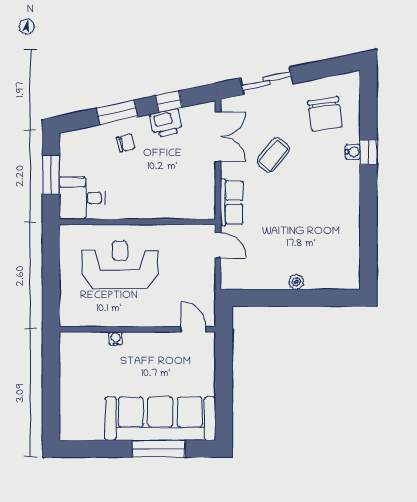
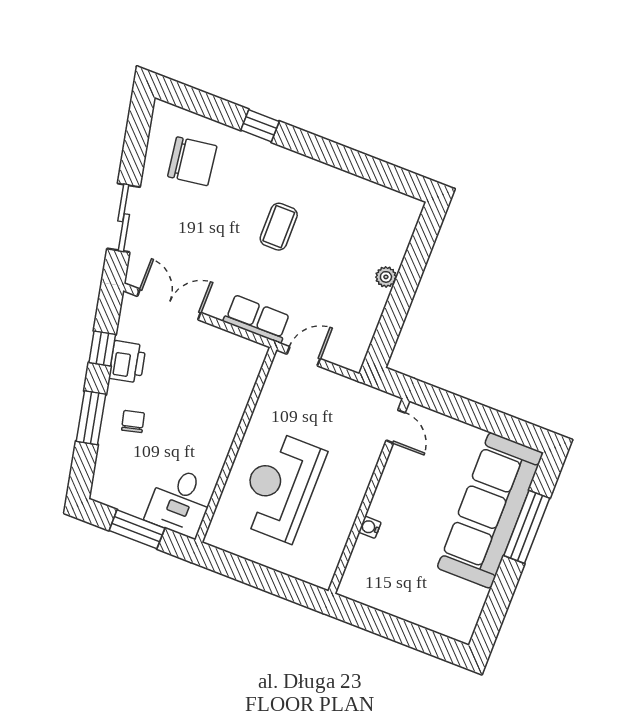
water cooler: (353, 152) -> (252, 145), removed
coffee table: (273, 155) -> (279, 227), moved, turned 51
door: (194, 329) -> (396, 427), swing flipped

